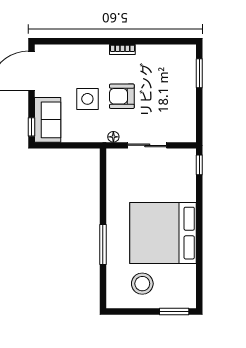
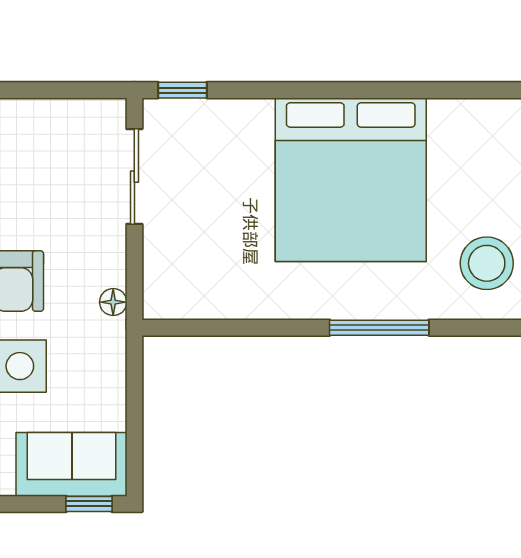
sliding door: (147, 145) -> (134, 177), moved
stool: (142, 284) -> (487, 263), moved

